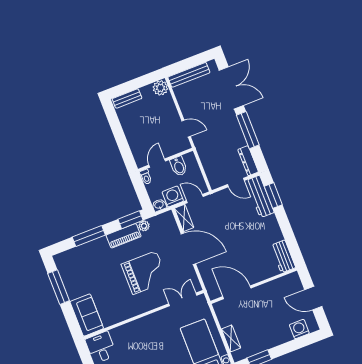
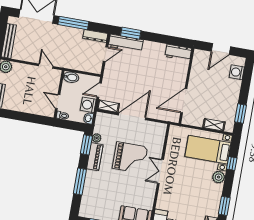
door: (186, 129) -> (46, 66), hinge flipped
bidet: (179, 166) -> (71, 77), moved
grand piano: (145, 273) -> (130, 158), turned 90
double door: (183, 299) -> (160, 171), moved

